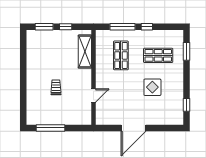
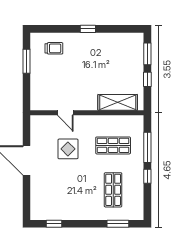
window: (23, 77) -> (88, 29), added
trolley: (56, 87) -> (54, 48), moved
display table: (152, 87) -> (68, 149), moved
window: (50, 128) -> (26, 61), width x0.69

